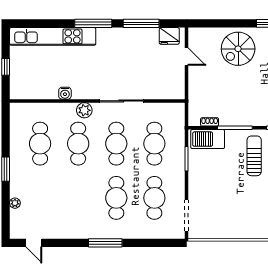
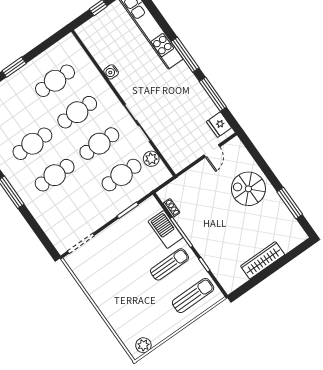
plant: (84, 110) -> (151, 159), moved
barbecue: (208, 139) -> (166, 229), moved
cafe table: (154, 198) -> (32, 144), moved

